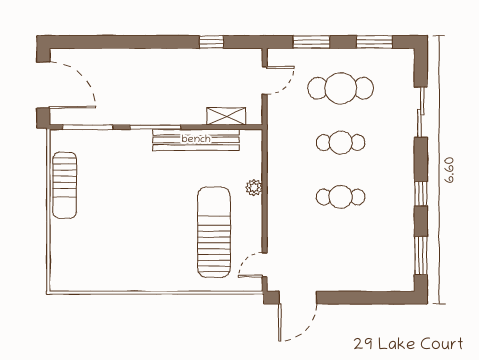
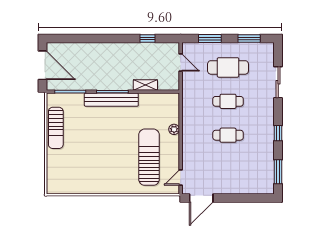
door: (265, 81) -> (181, 63), hinge flipped
shelving: (226, 116) -> (145, 85), moved
bench: (196, 140) -> (111, 100), moved

